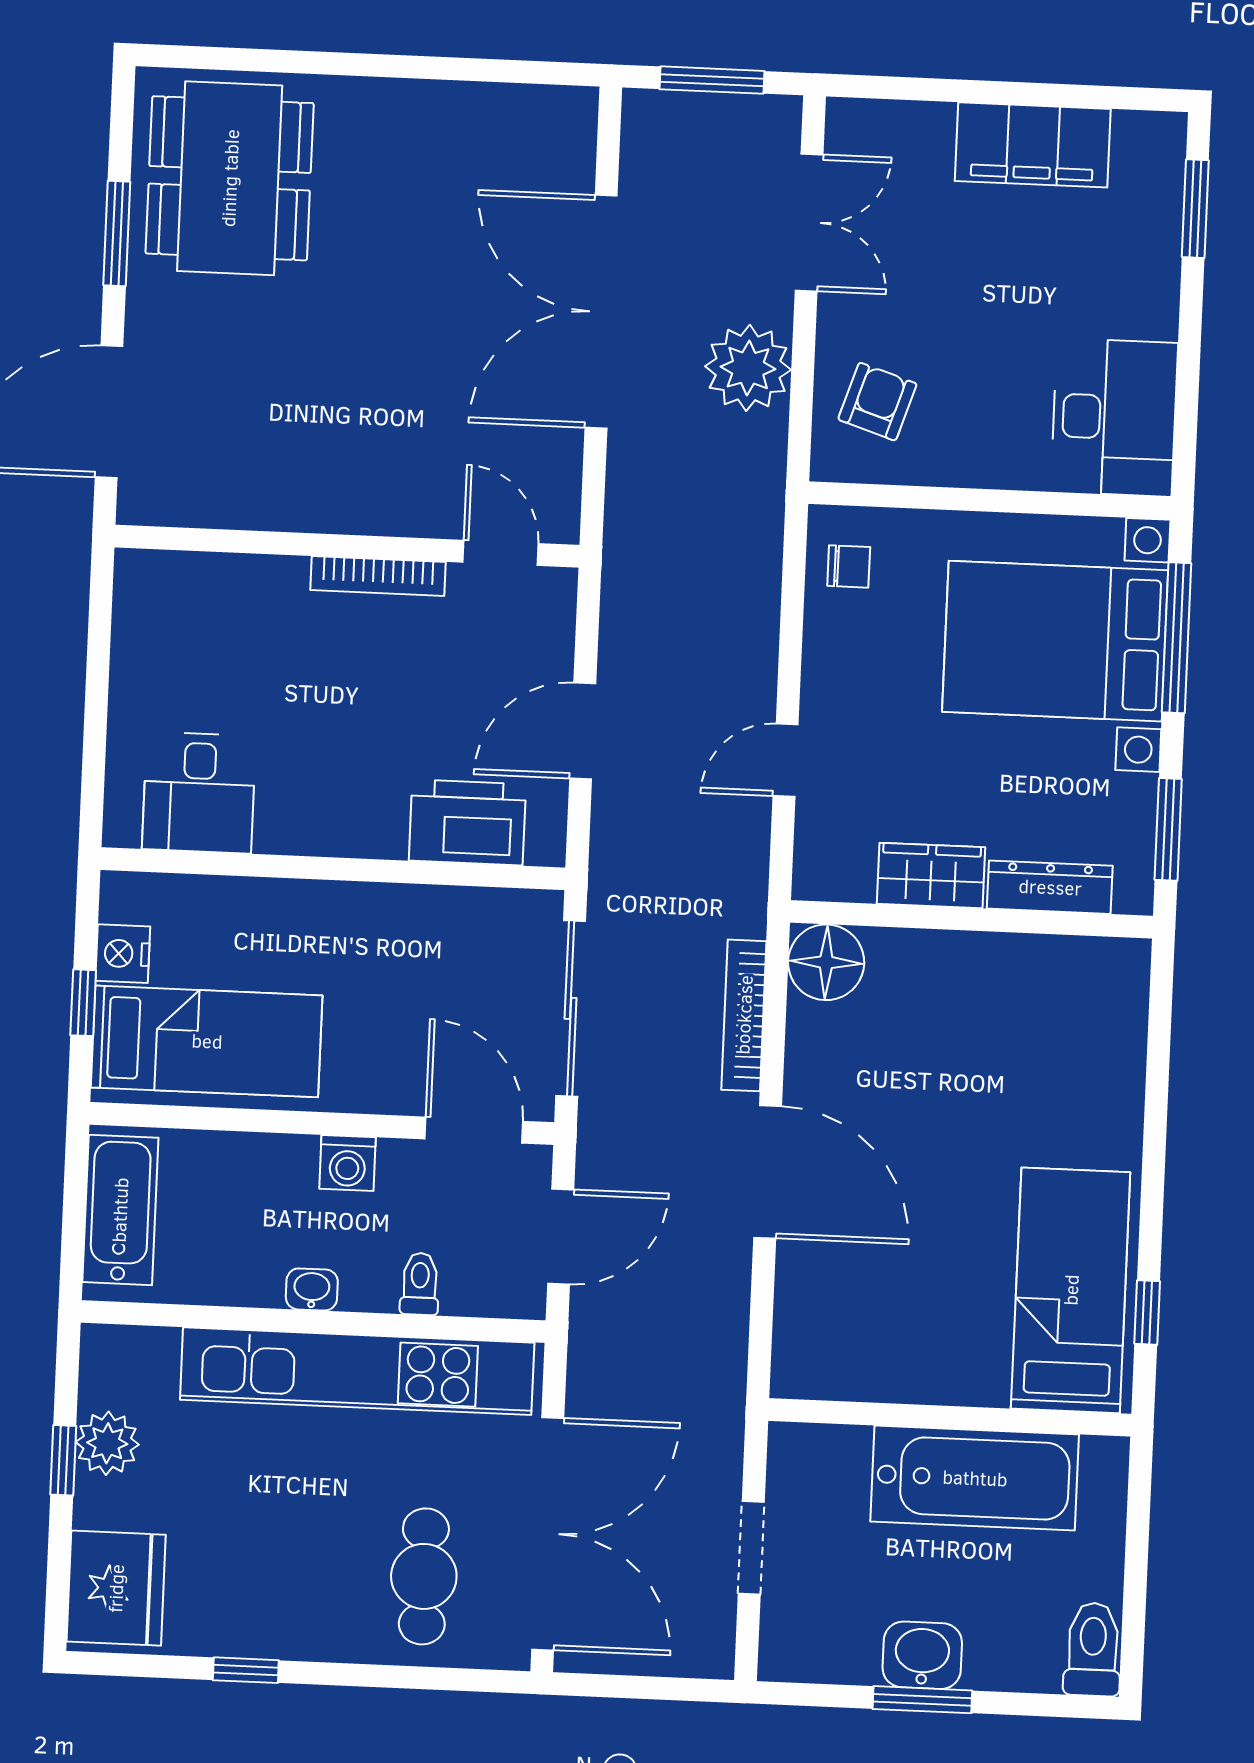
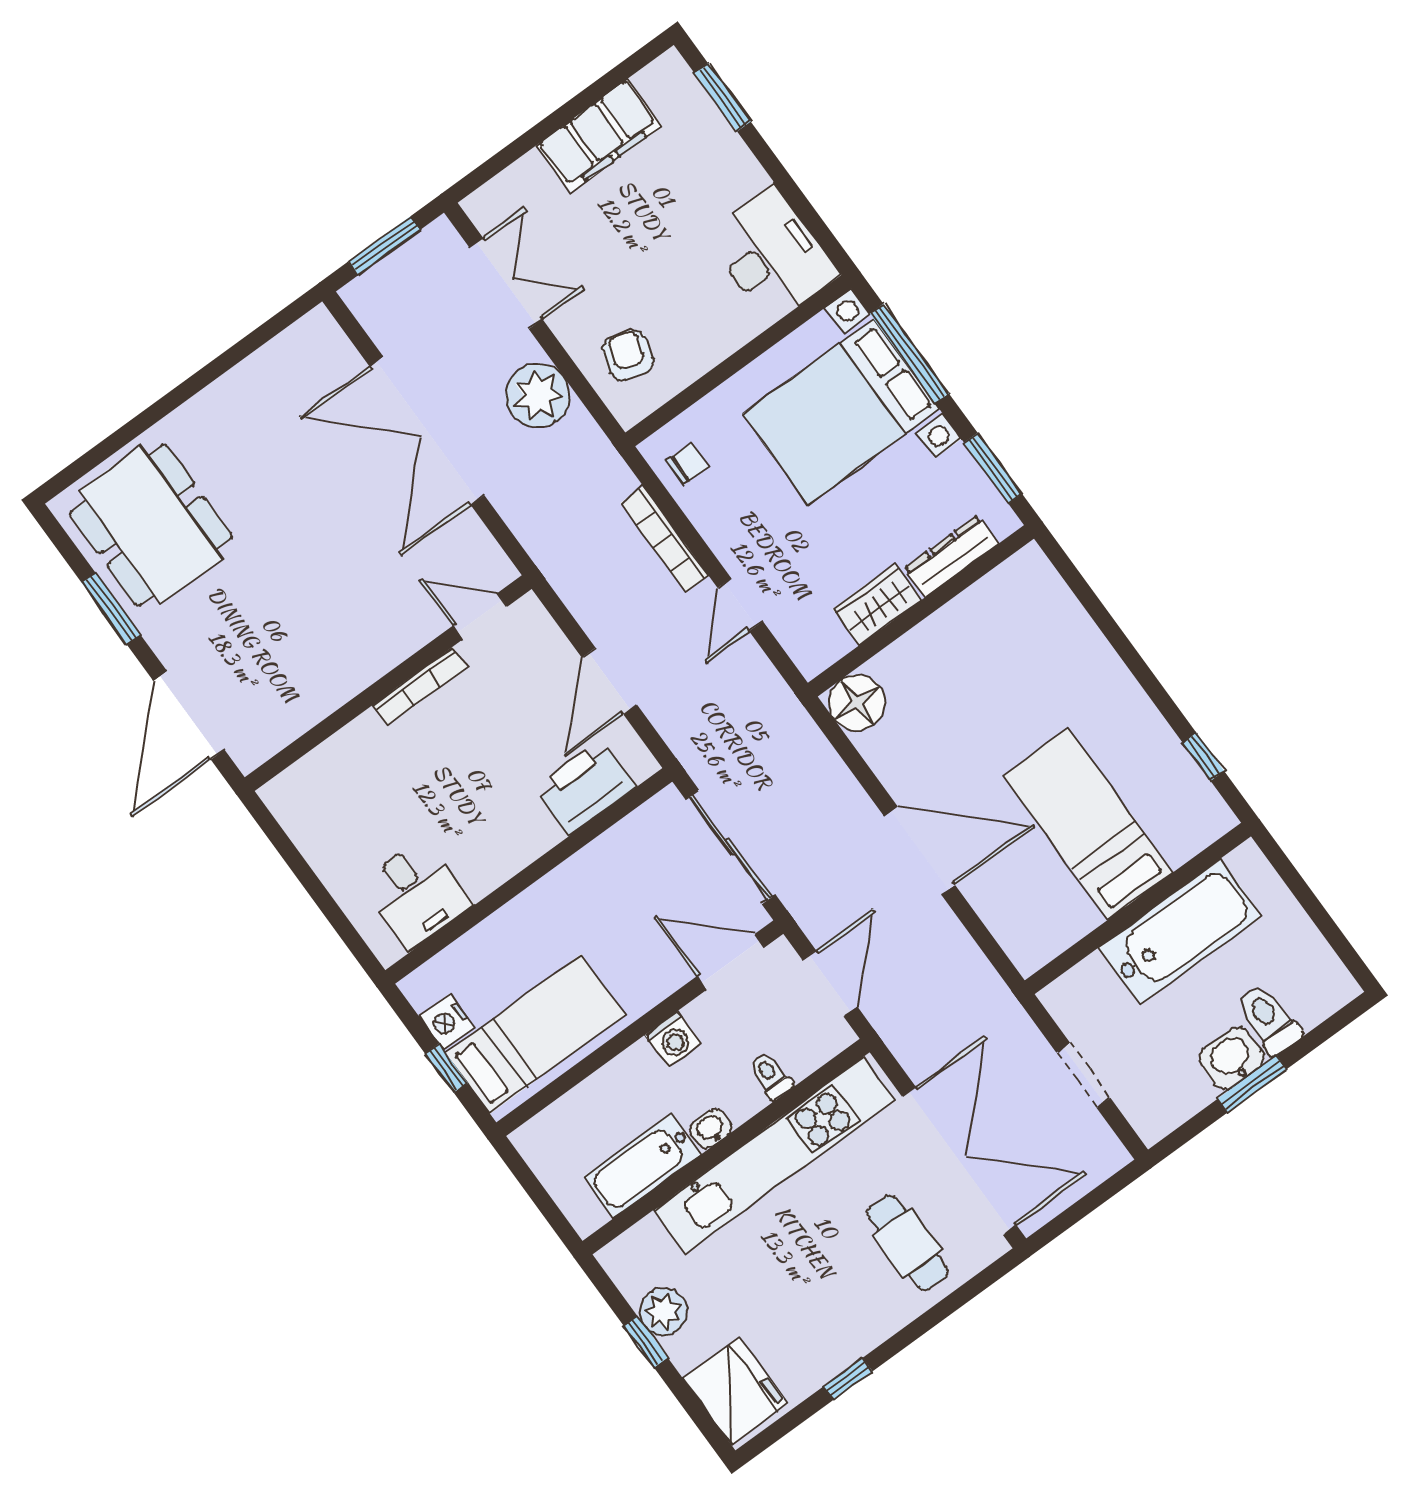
bookcase: (744, 1015) -> (665, 539), moved
bathtub: (120, 1210) -> (642, 1165), moved, turned -90
bed: (1071, 1290) -> (1088, 824), moved
toilet: (1093, 1649) -> (1269, 1019), moved

